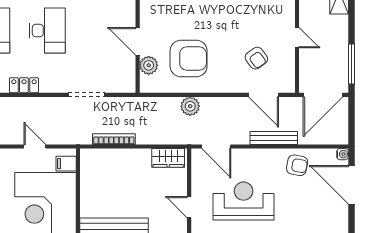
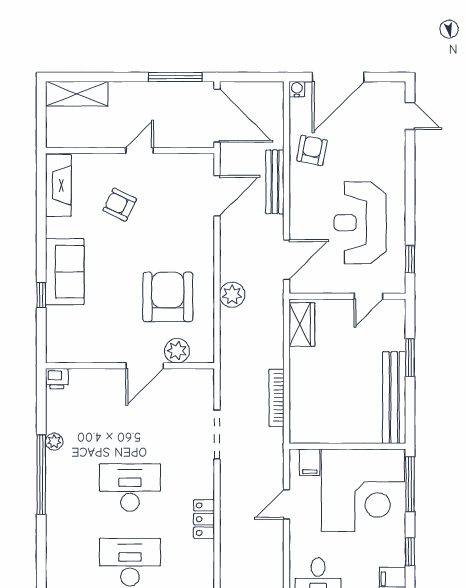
armchair: (256, 58) -> (120, 205), moved, turned -118

